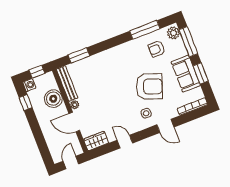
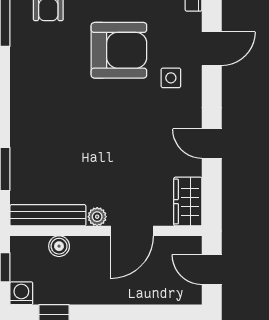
armchair: (149, 86) -> (119, 50), turned 70
boiler: (53, 99) -> (59, 246), width x0.54, depth x0.54
door: (125, 142) -> (212, 144), hinge flipped

